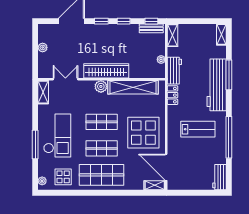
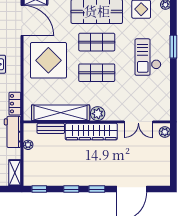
bench: (151, 28) -> (51, 128), moved
plant: (43, 47) -> (165, 132), moved
shelving: (43, 92) -> (164, 107), removed
checkout: (57, 135) -> (148, 57), width x0.73, depth x0.83
window: (35, 144) -> (173, 47), width x0.69

